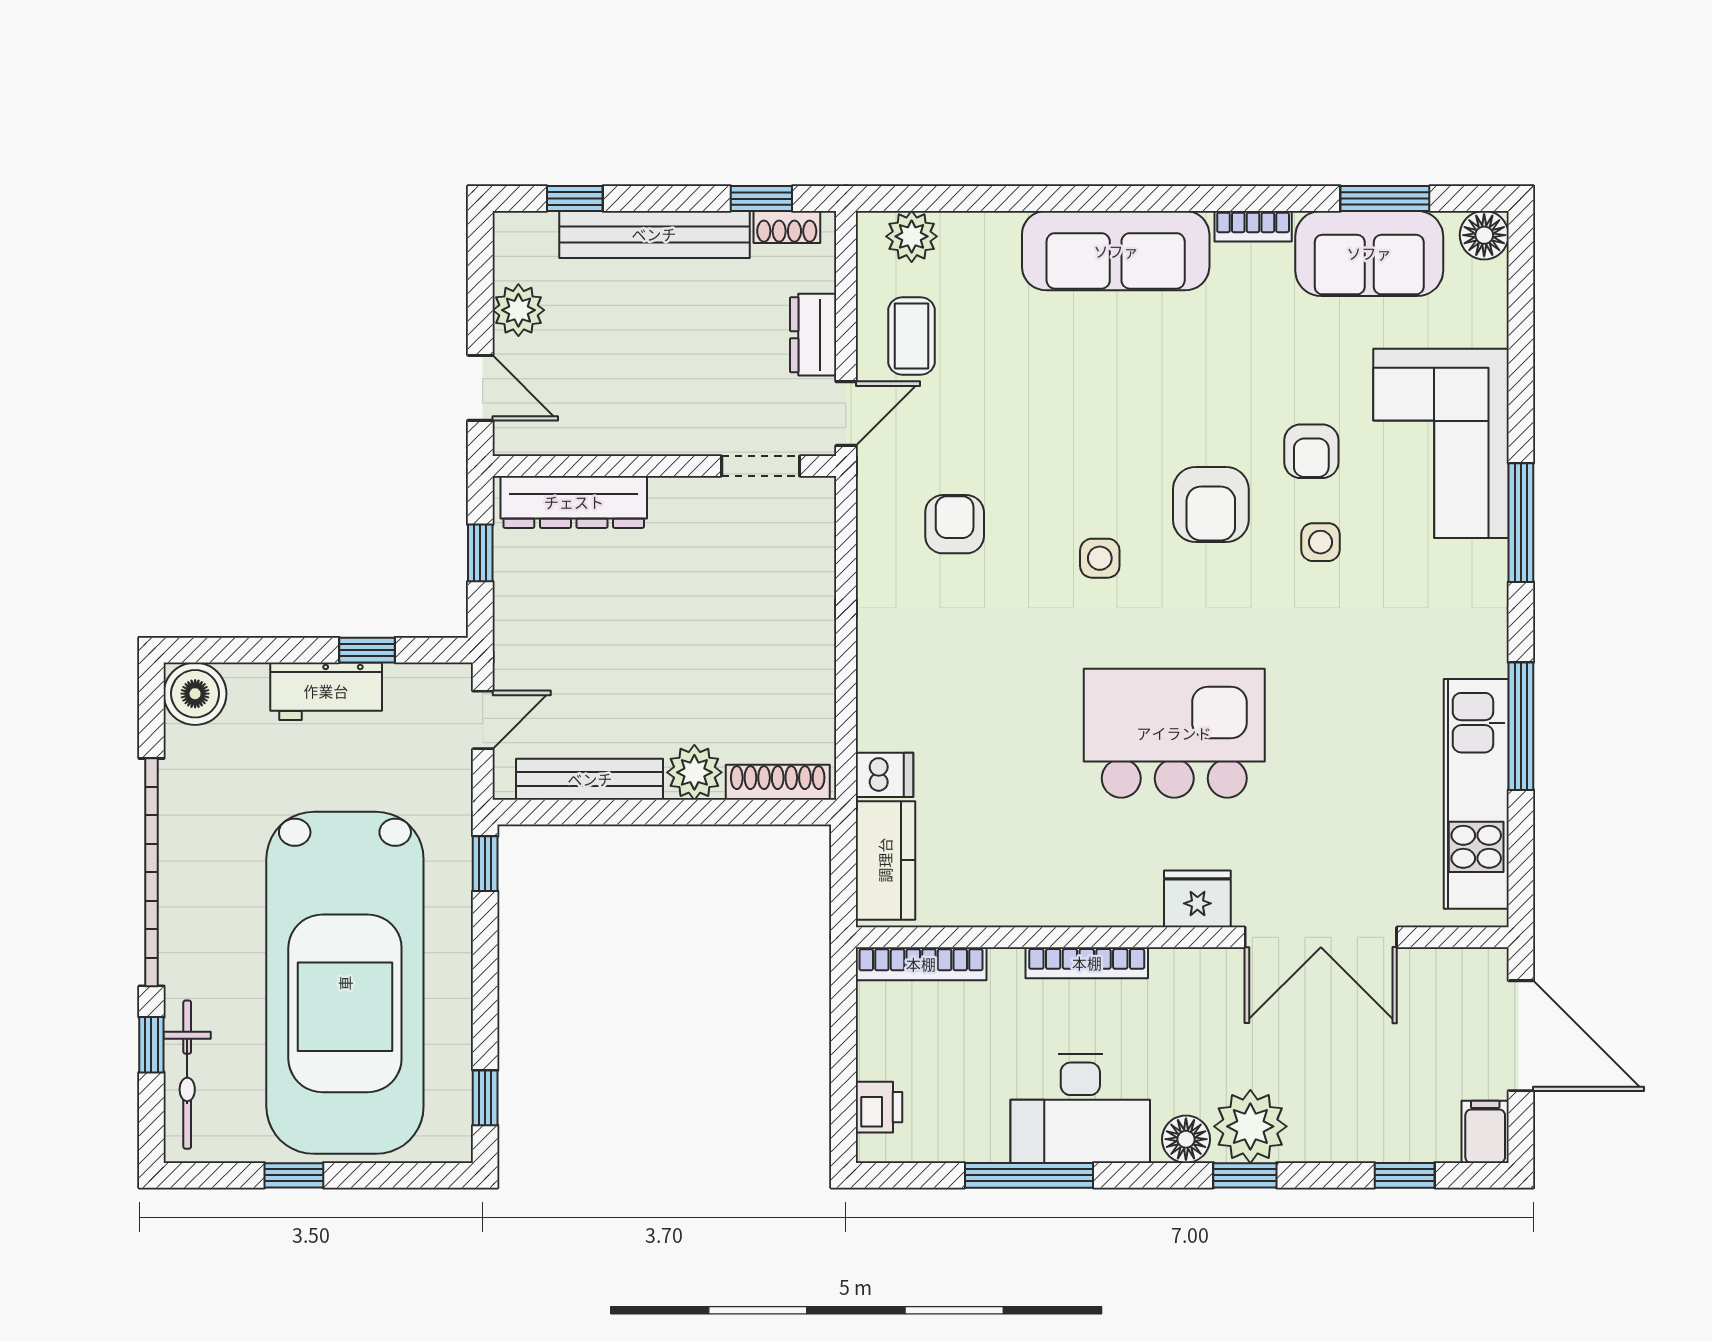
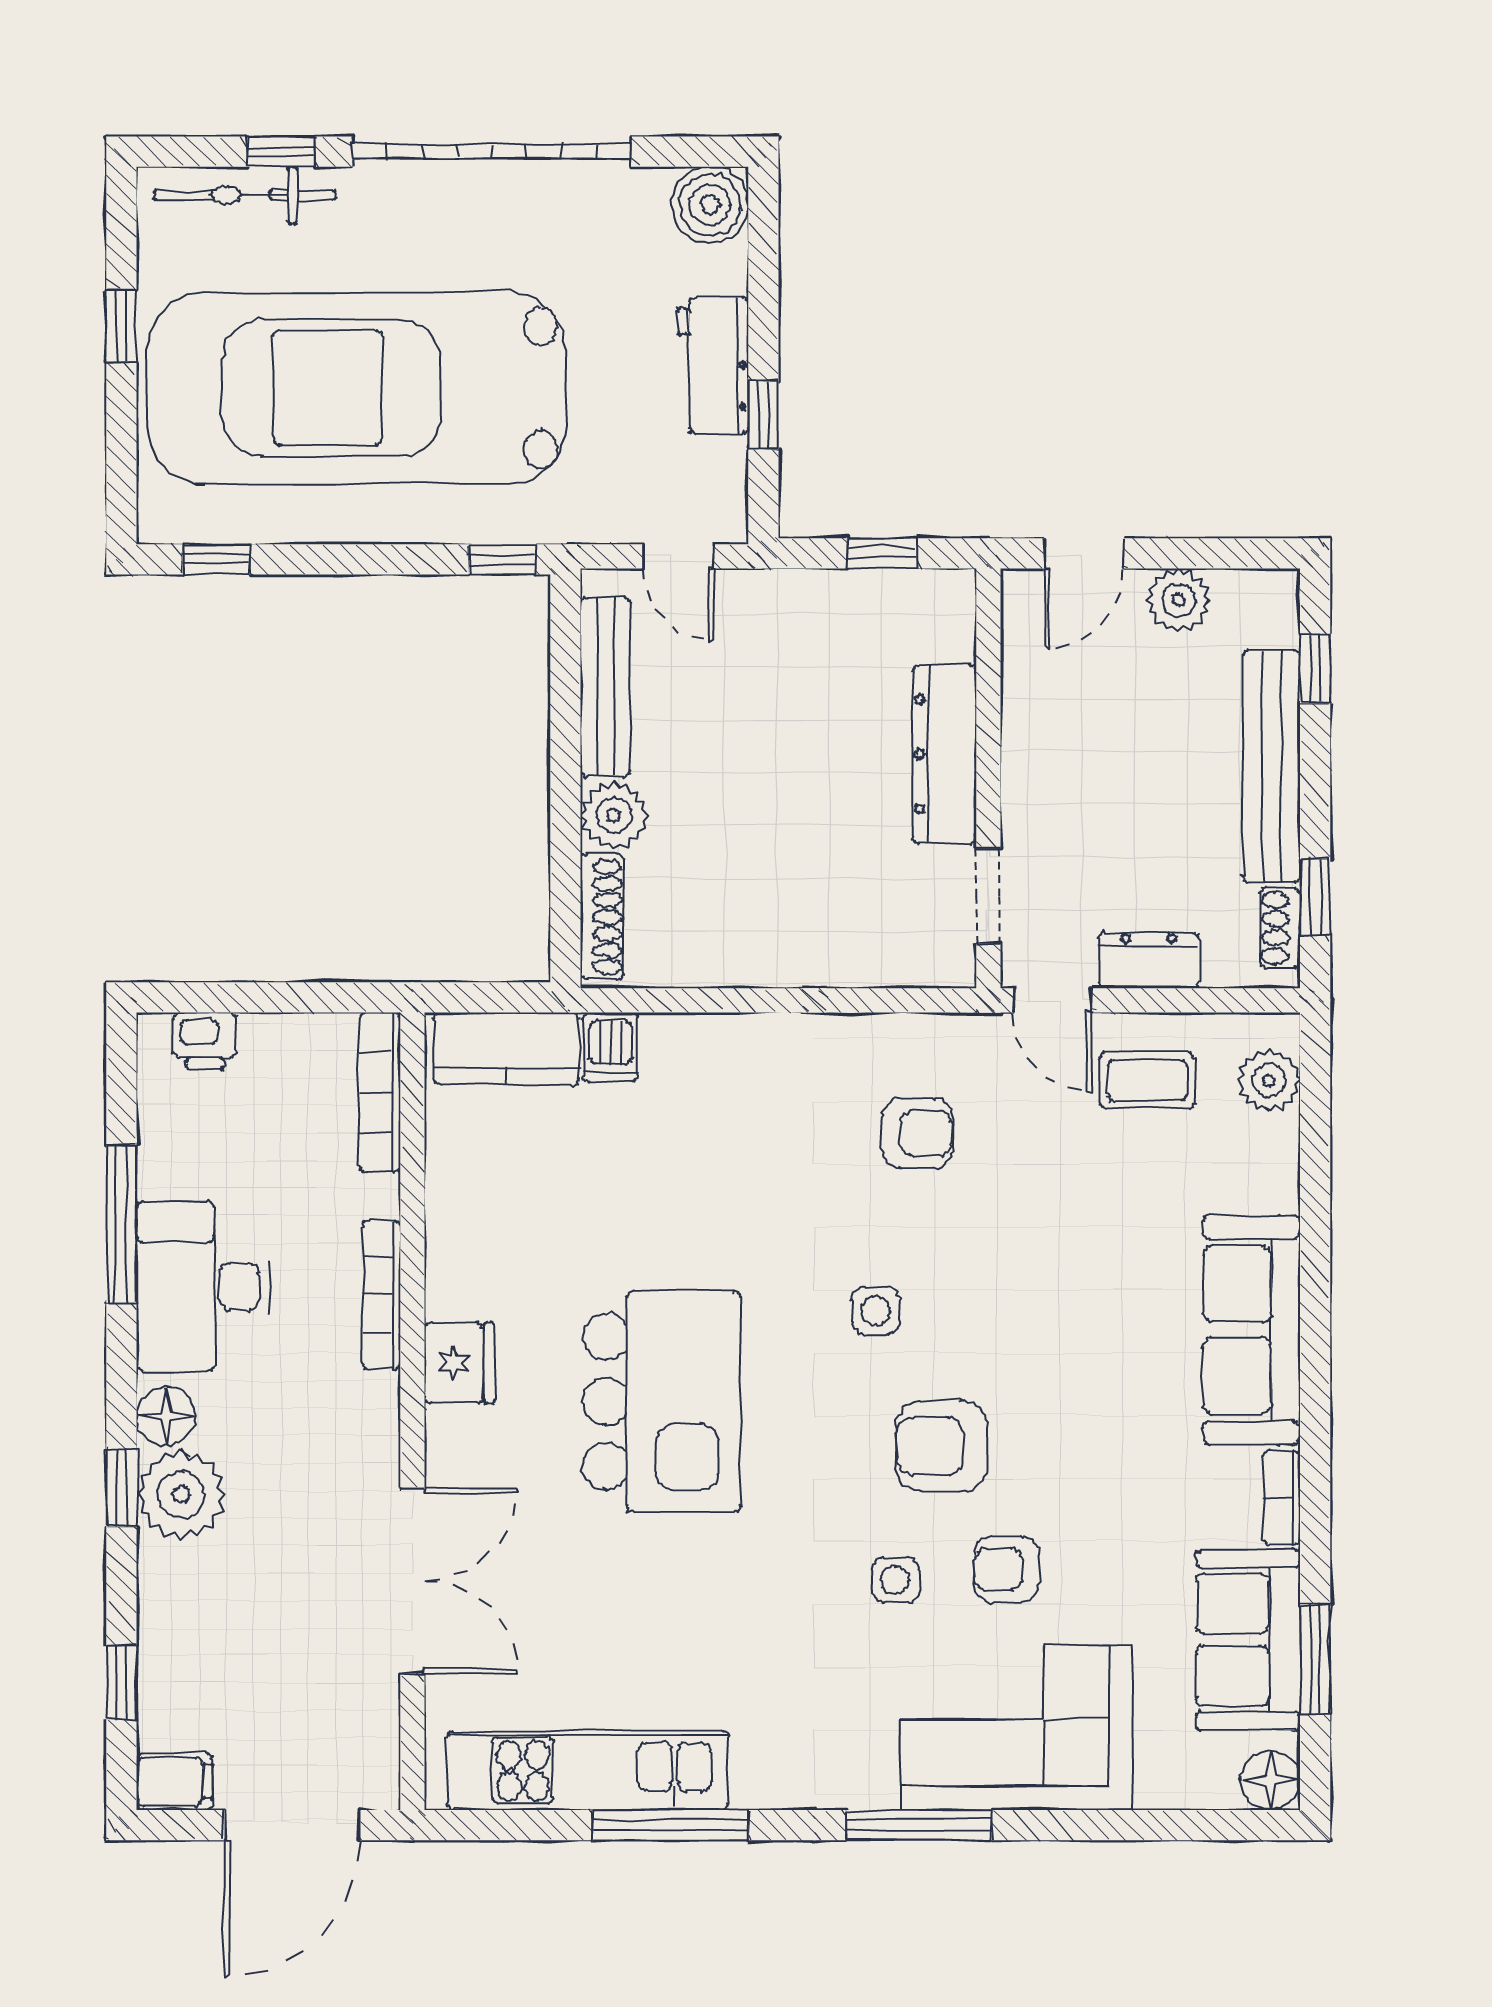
dresser: (574, 502) -> (944, 754), moved
fridge: (1197, 899) -> (459, 1363), moved
double door: (1321, 937) -> (412, 1581), swing flipped

